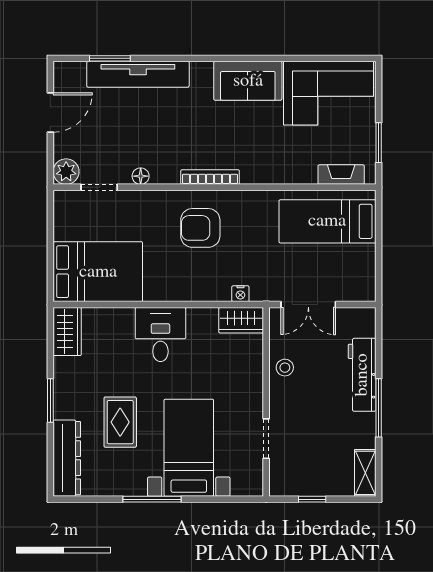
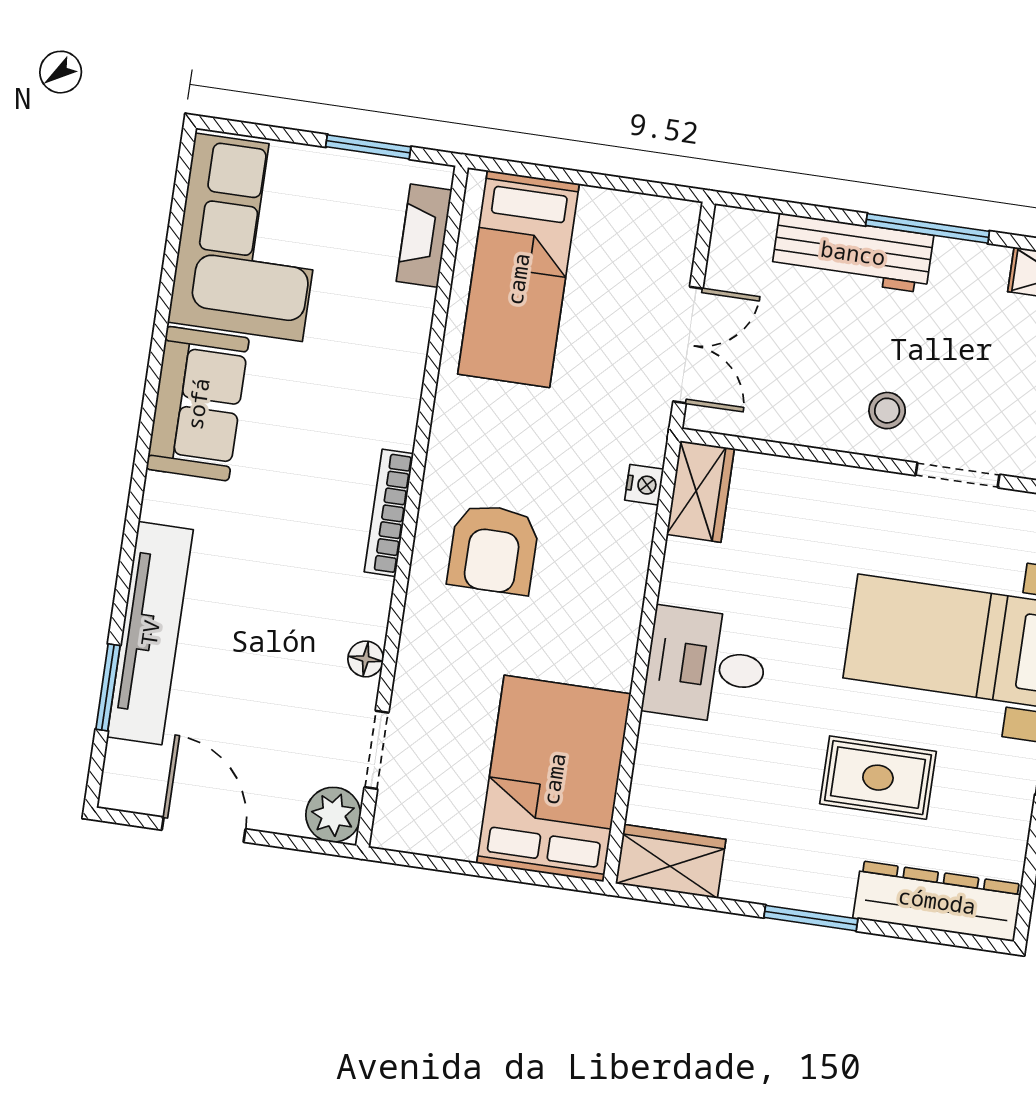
stool: (285, 368) -> (887, 411), moved

